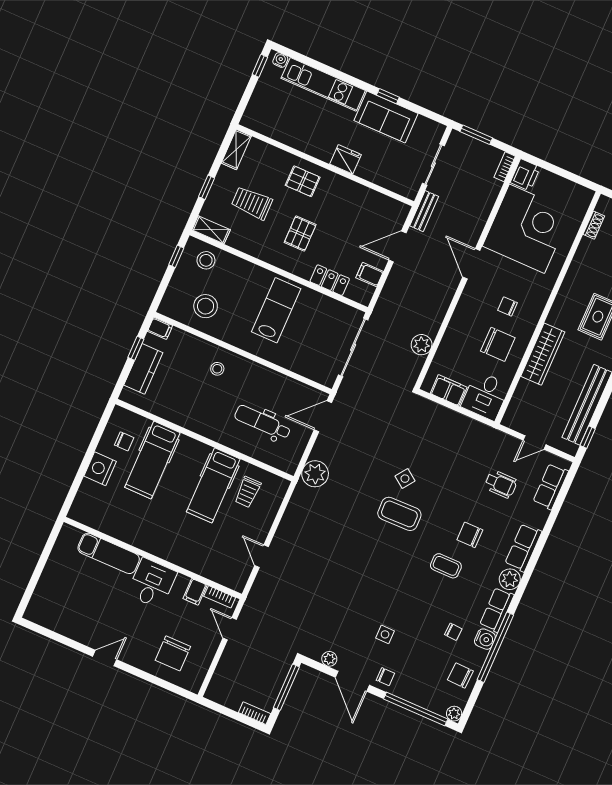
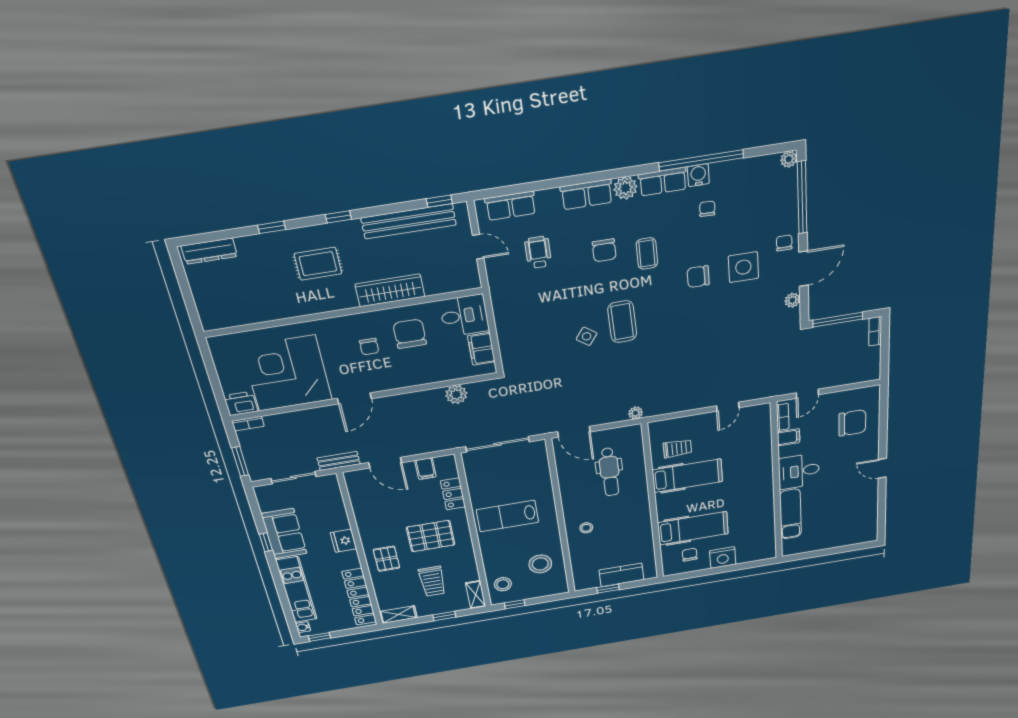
locker: (279, 130) -> (359, 597), added
shoe rack: (594, 225) -> (237, 320), removed
pallet: (300, 234) -> (431, 536), width x1.50, depth x1.42
filing cabinet: (160, 328) -> (581, 582), removed
plant: (315, 474) -> (636, 413), width x0.53, depth x0.53
side table: (385, 634) -> (743, 267), width x1.87, depth x1.87
chair: (460, 675) -> (698, 277), moved, turned 88

